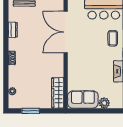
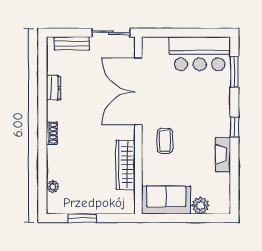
coffee table: (113, 38) -> (165, 141), moved
wardrobe: (58, 93) -> (126, 165), moved

